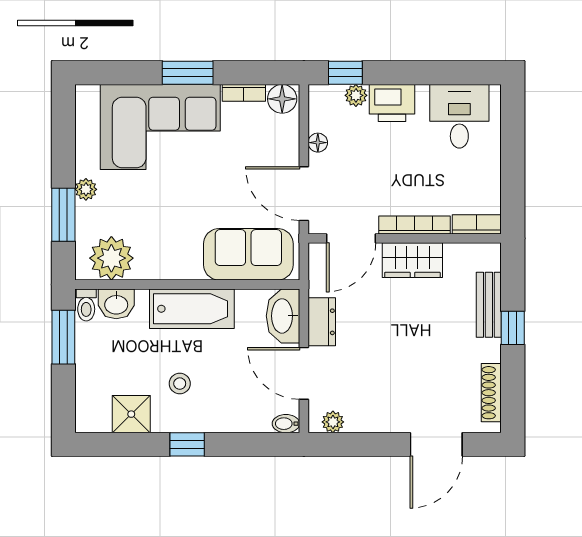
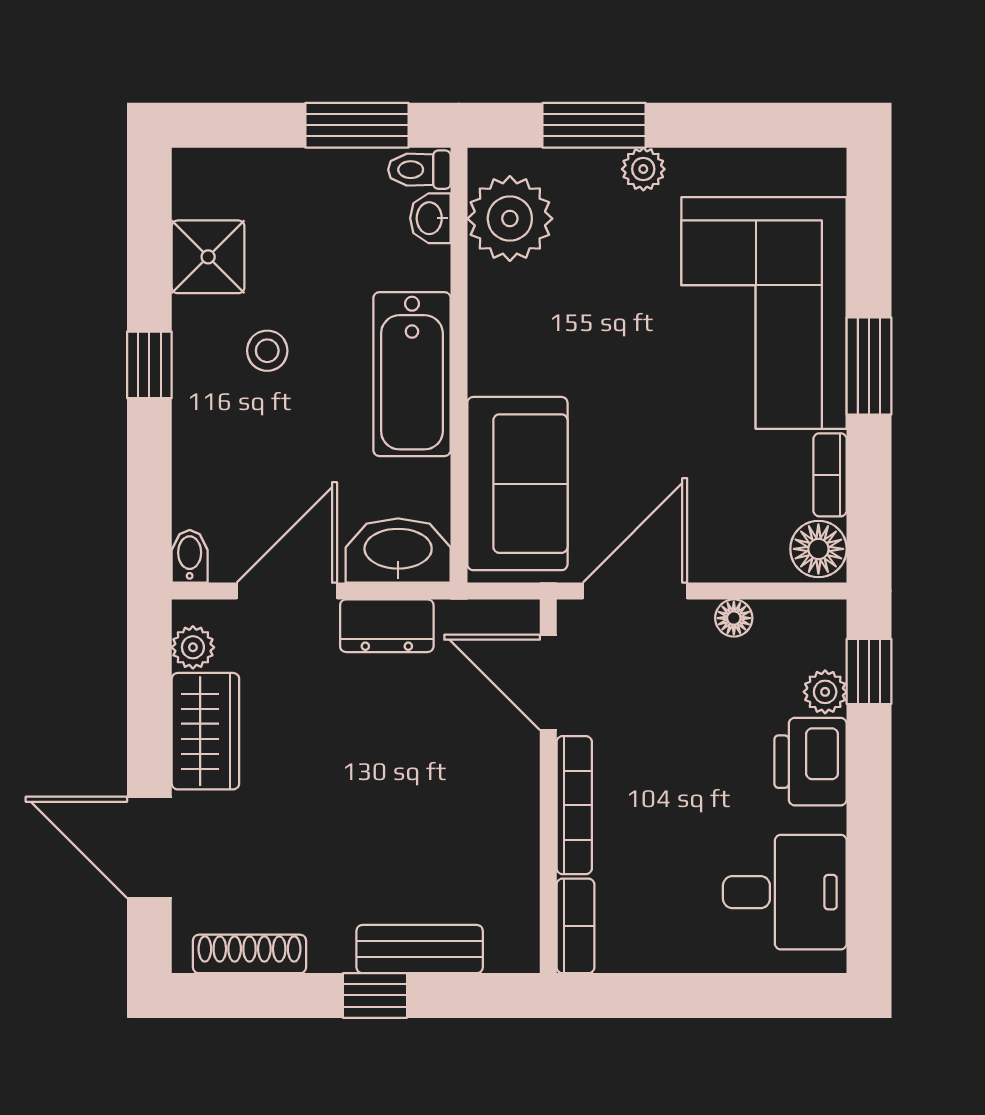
wardrobe: (412, 260) -> (205, 731), moved, turned 180
washbasin: (116, 304) -> (430, 218), width x0.72, depth x0.69

